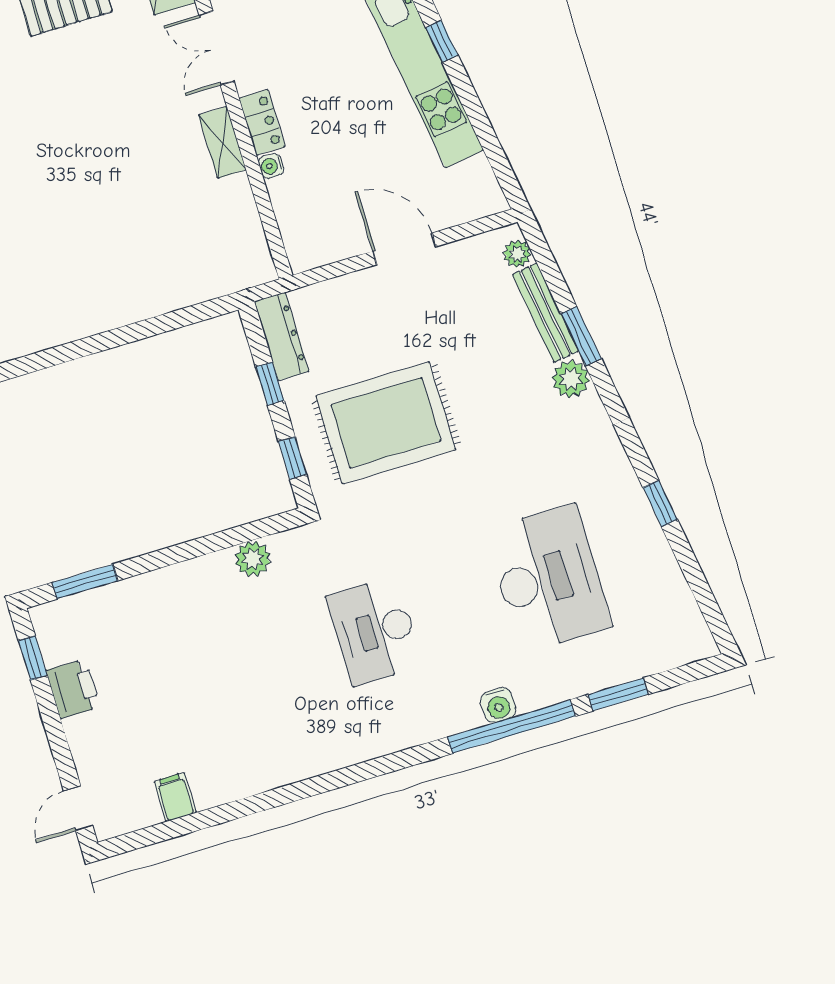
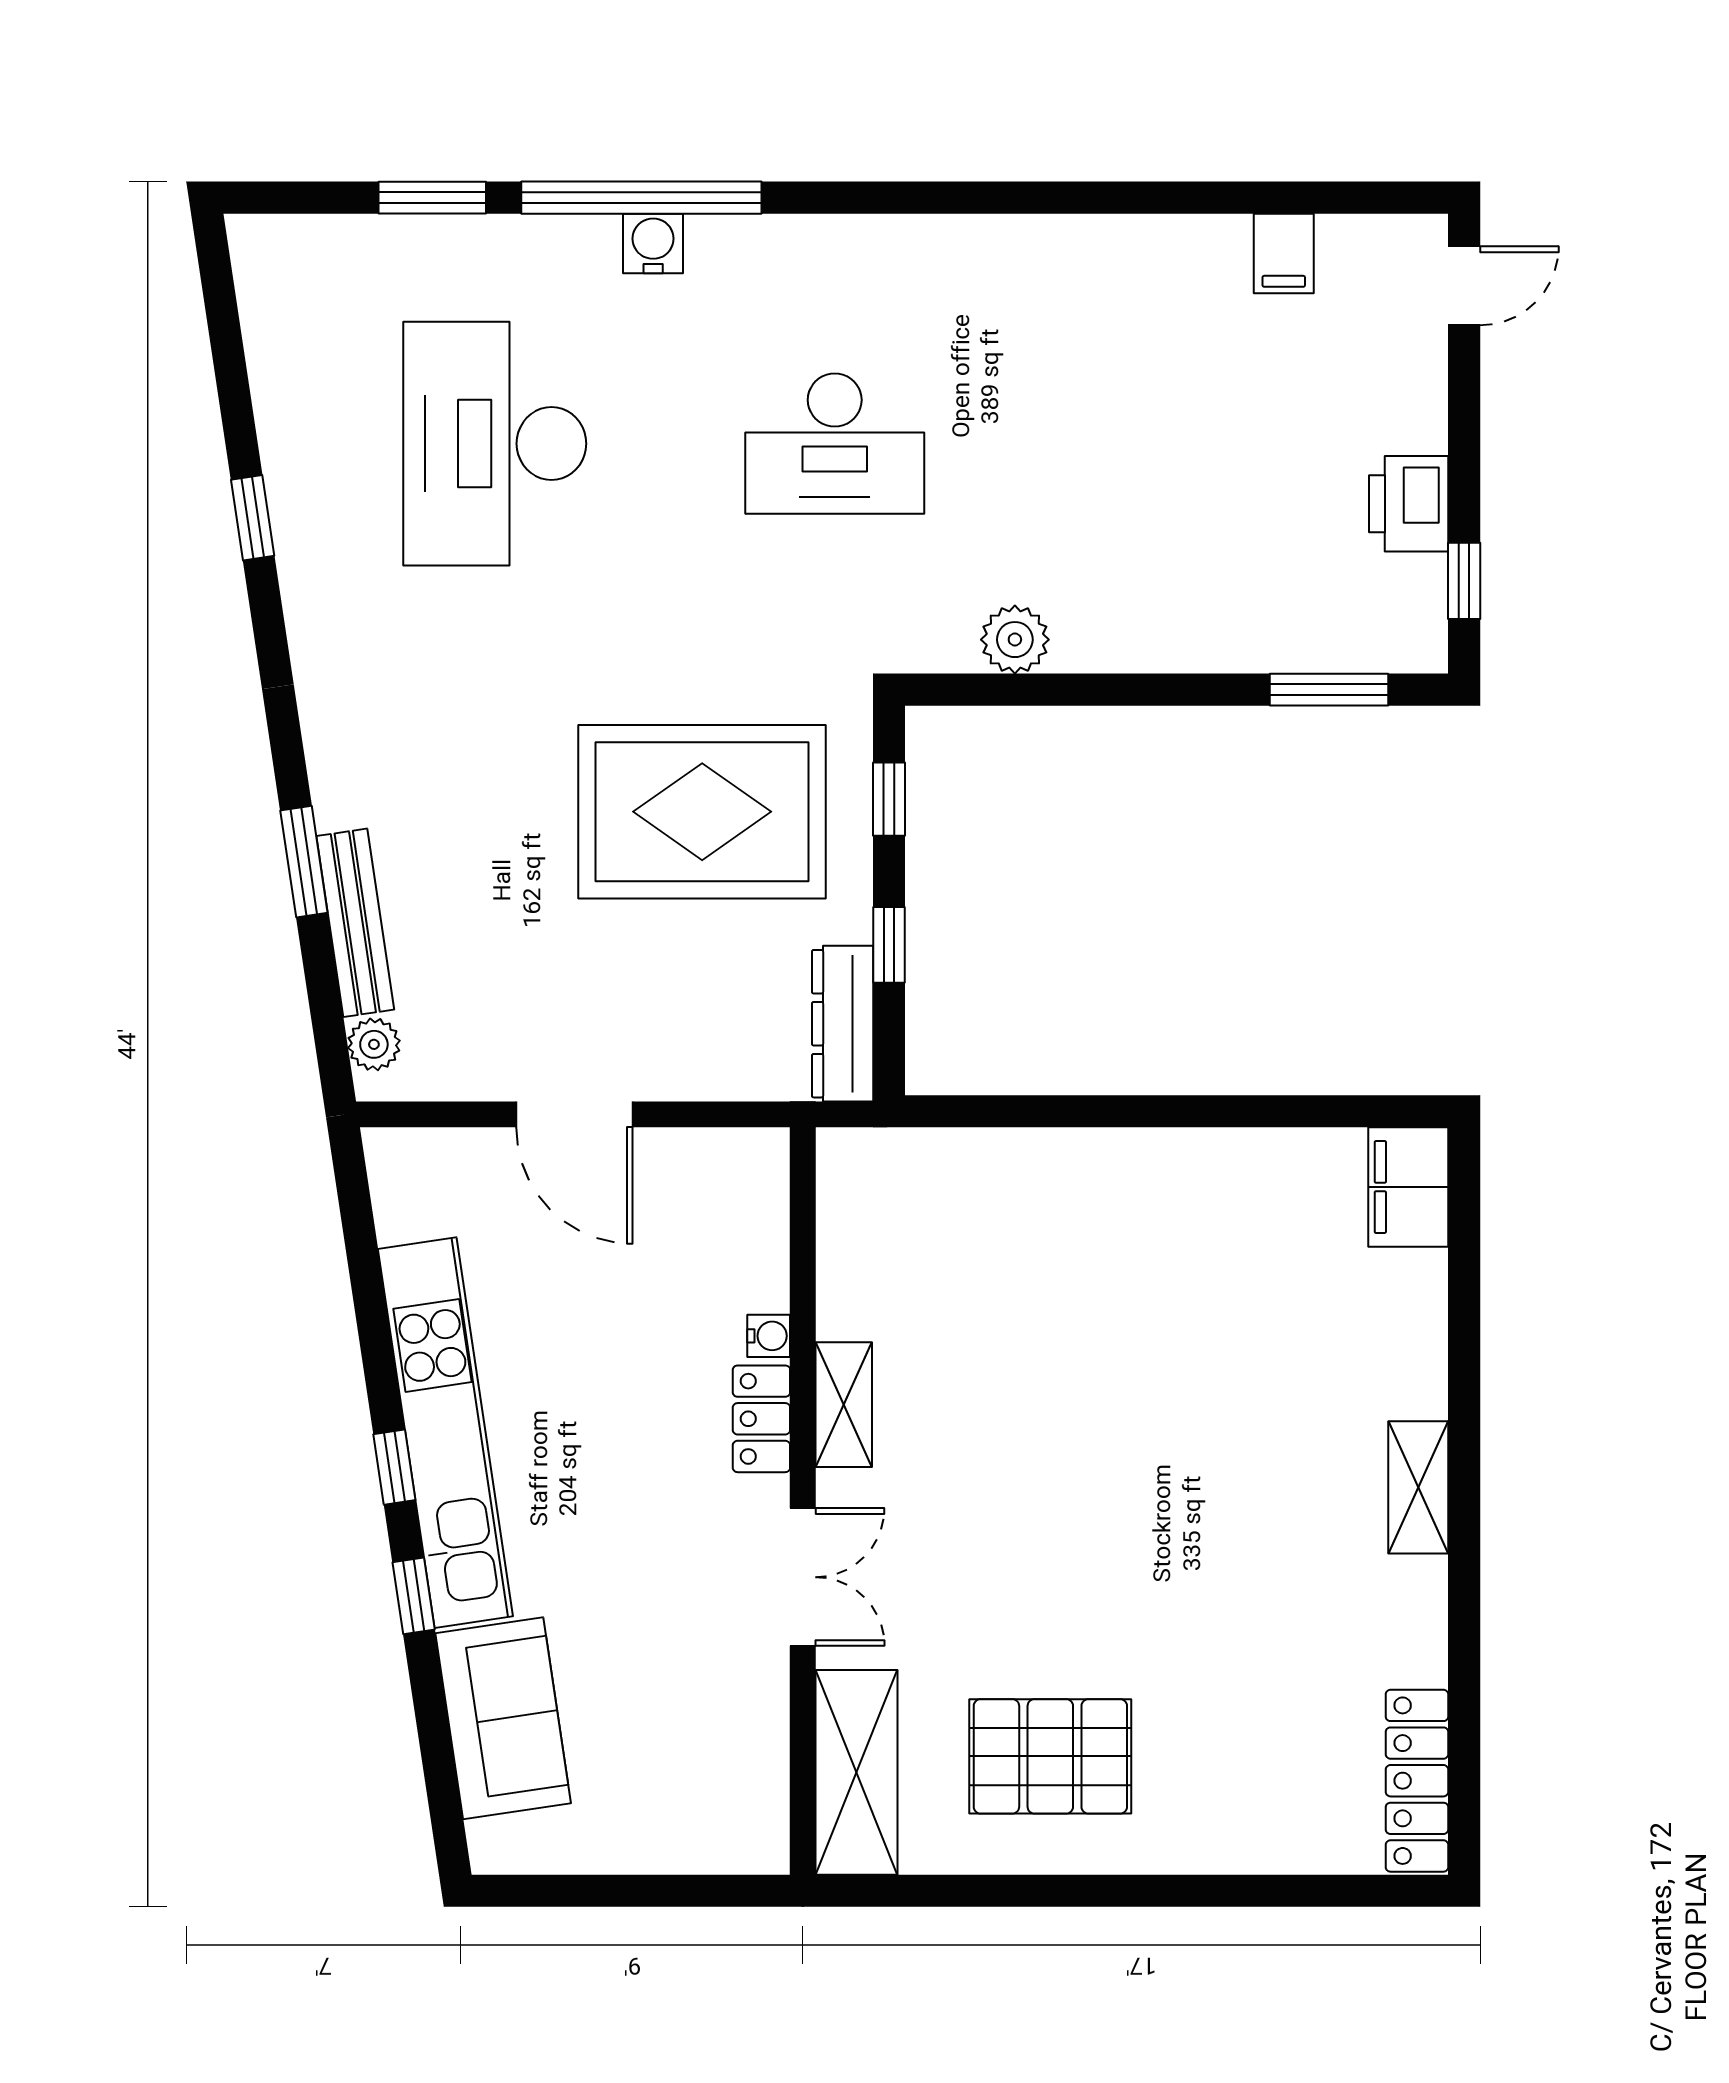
plant: (571, 379) -> (346, 790), removed
desk: (375, 631) -> (835, 444), turned 90

